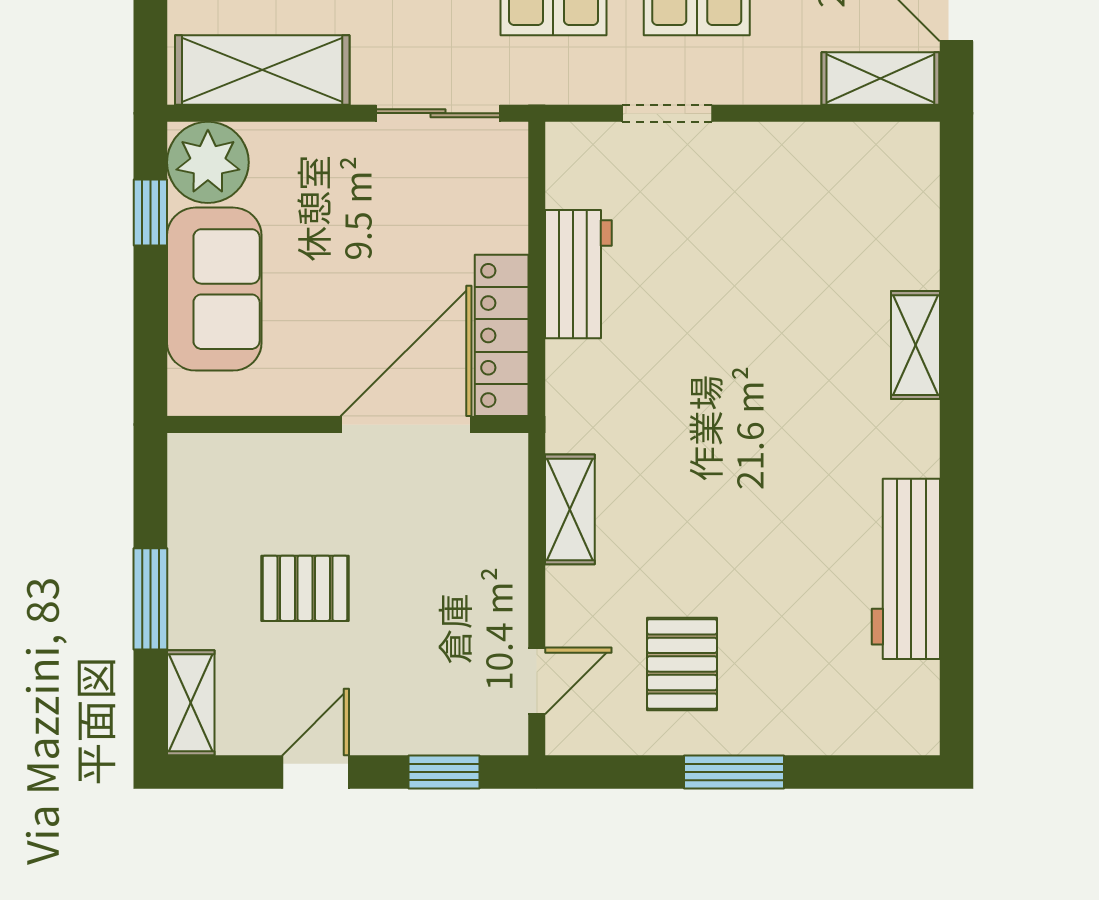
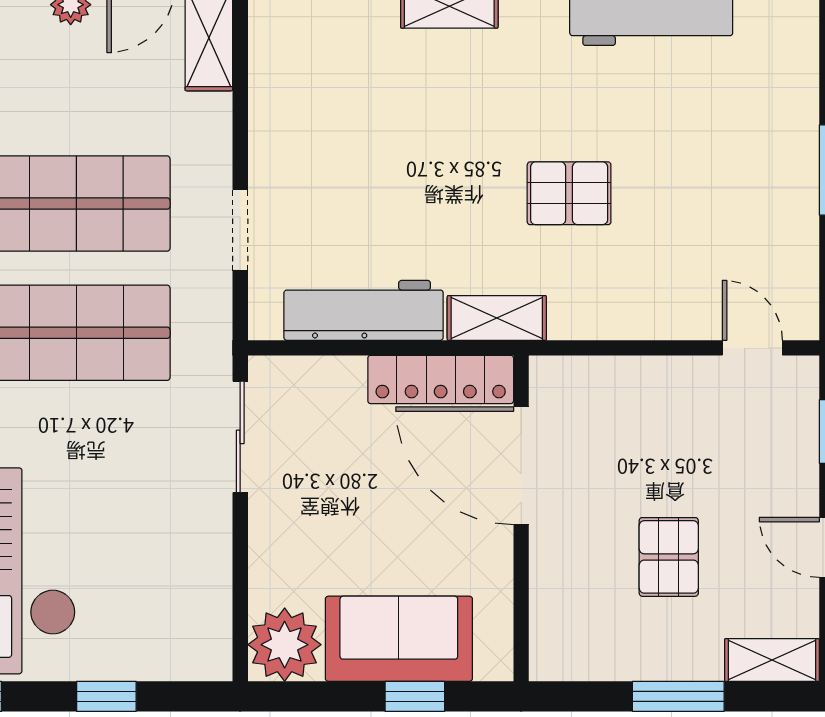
shelving: (262, 70) -> (201, 595), removed
window: (150, 212) -> (415, 696), moved
workbench: (578, 274) -> (364, 310), width x1.38
shelving: (570, 509) -> (497, 318), moved
pallet: (682, 664) -> (569, 193), moved

